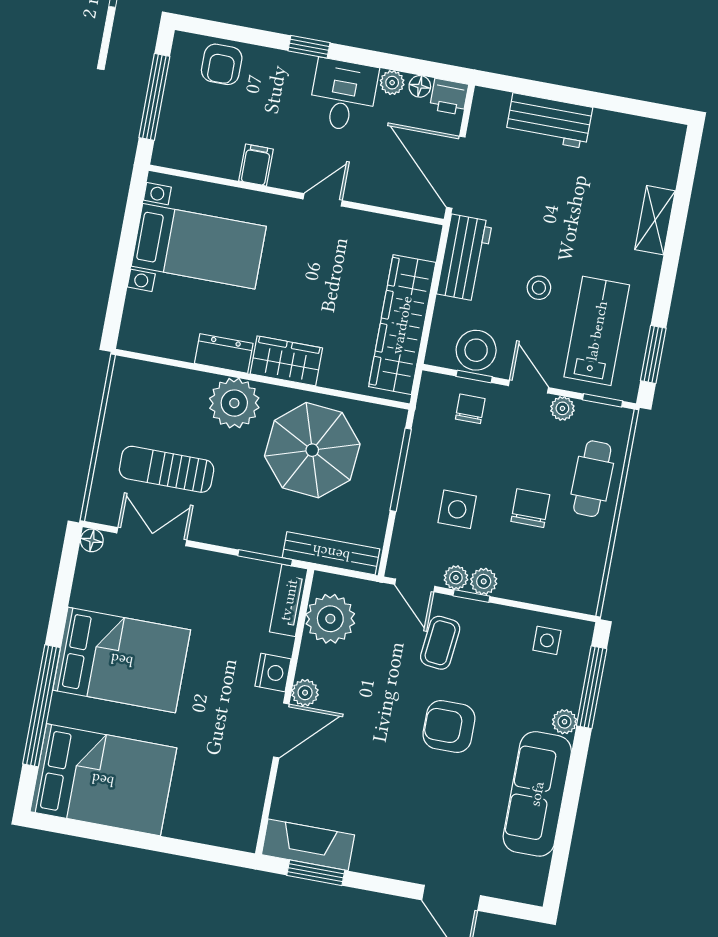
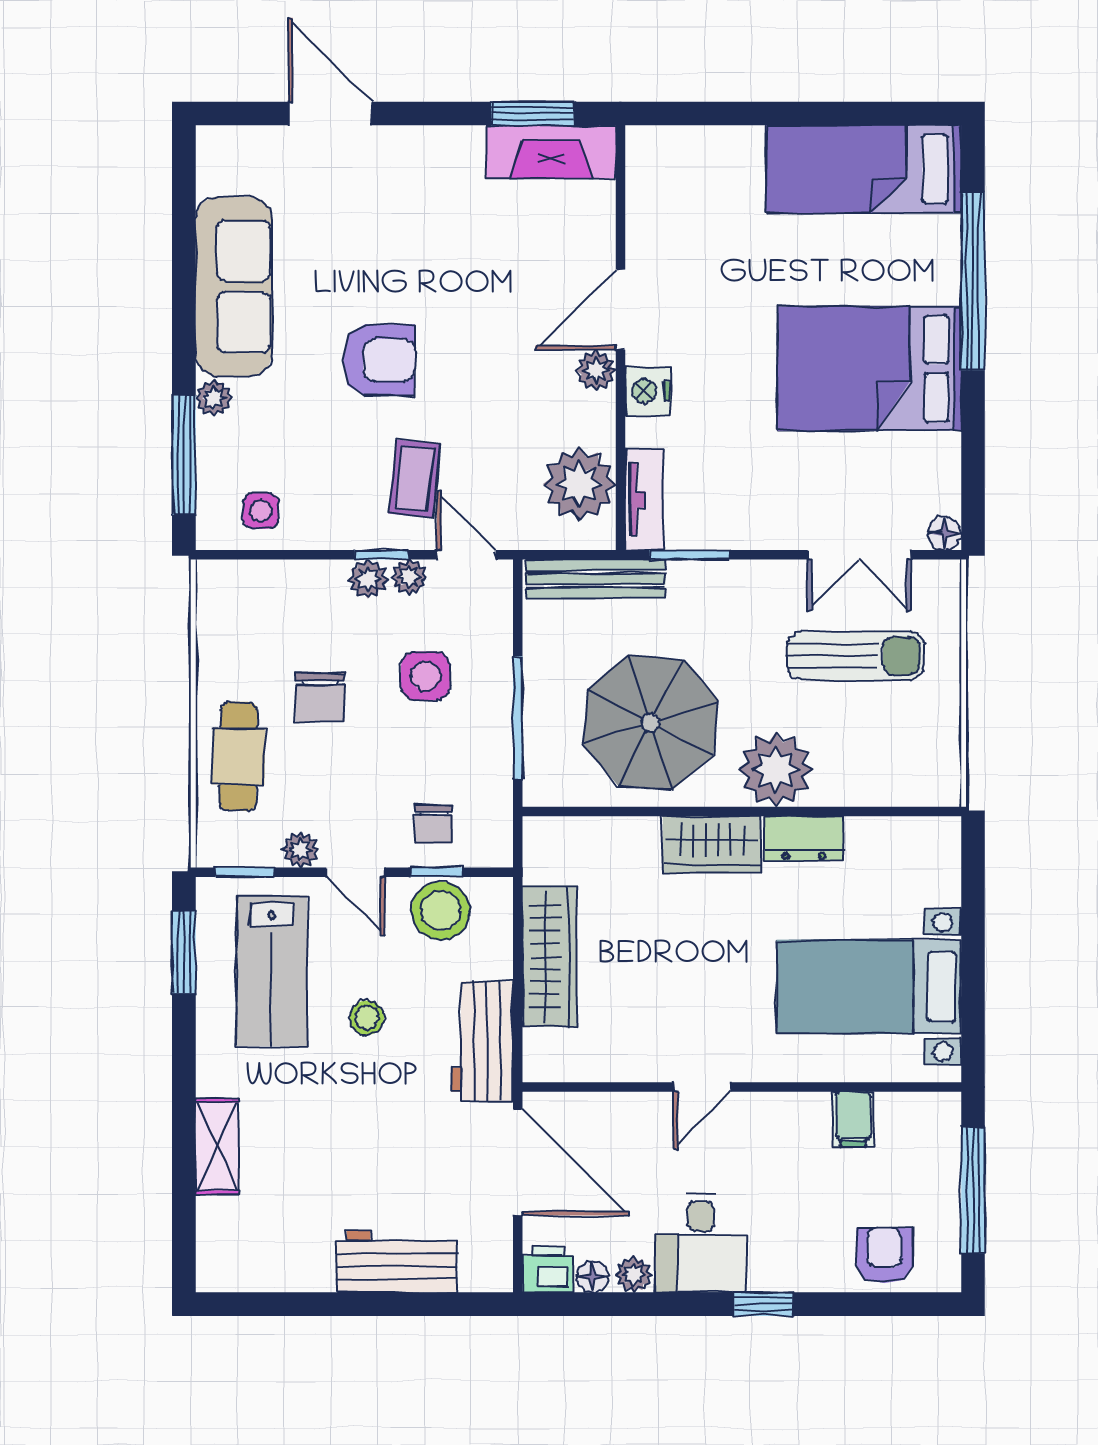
filing cabinet: (256, 165) -> (853, 1119), moved
wardrobe: (402, 325) -> (550, 956), width x0.71, depth x0.85
bed: (103, 780) -> (864, 169), width x0.67

